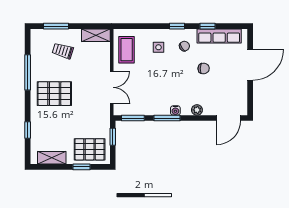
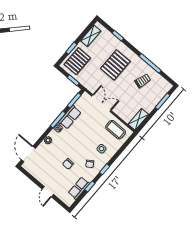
row of seats: (219, 36) -> (79, 188), width x0.68
trolley: (63, 51) -> (143, 81), moved
door: (250, 65) -> (48, 192), width x0.53
double door: (112, 87) -> (101, 103), swing flipped
pallet: (54, 94) -> (115, 65), moved
row of seats: (154, 108) -> (70, 117), added

